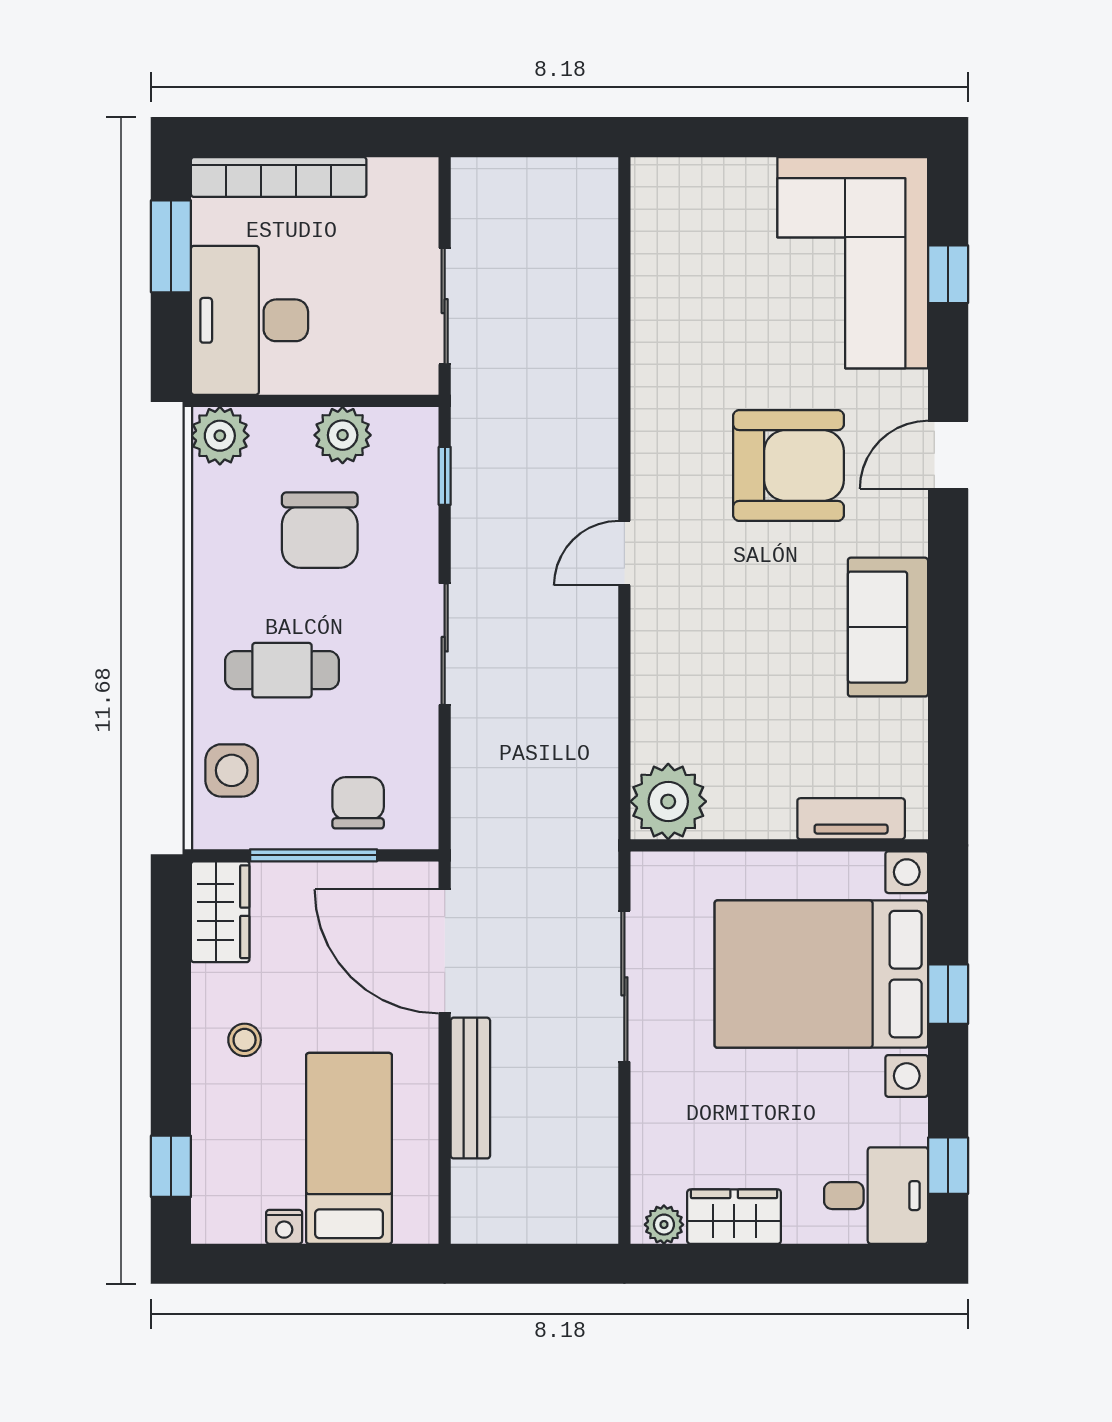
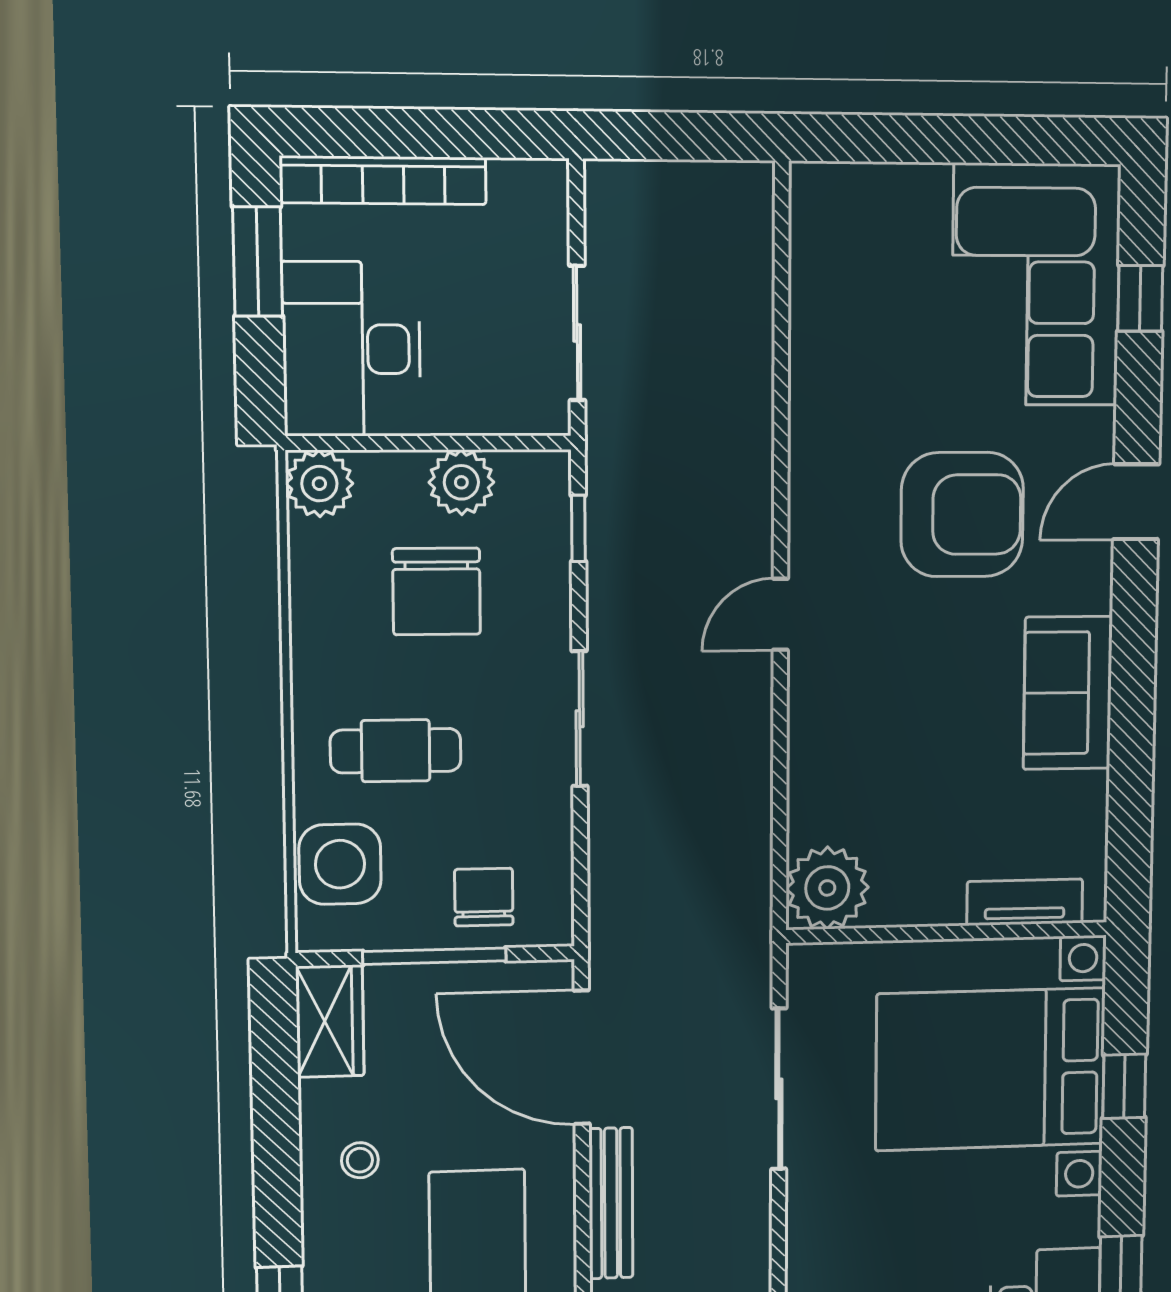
side table: (232, 770) -> (340, 864), width x1.37, depth x1.37

